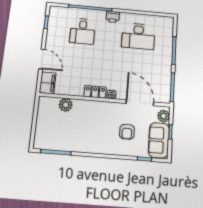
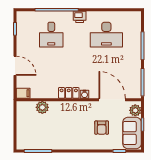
filing cabinet: (48, 83) -> (23, 93), width x0.50

